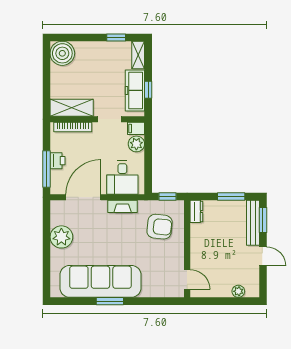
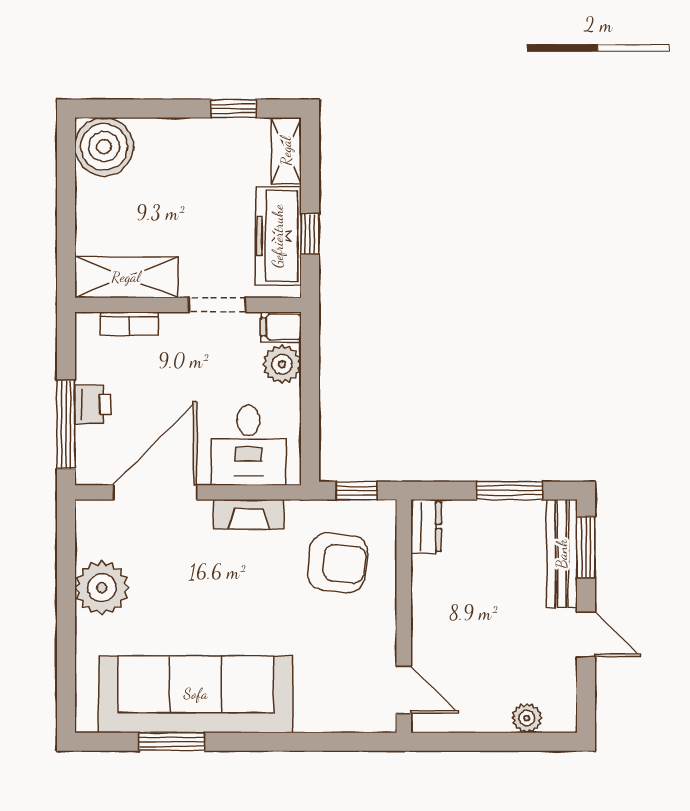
bookcase: (73, 127) -> (129, 324), width x0.64
window: (110, 301) -> (172, 742), moved

